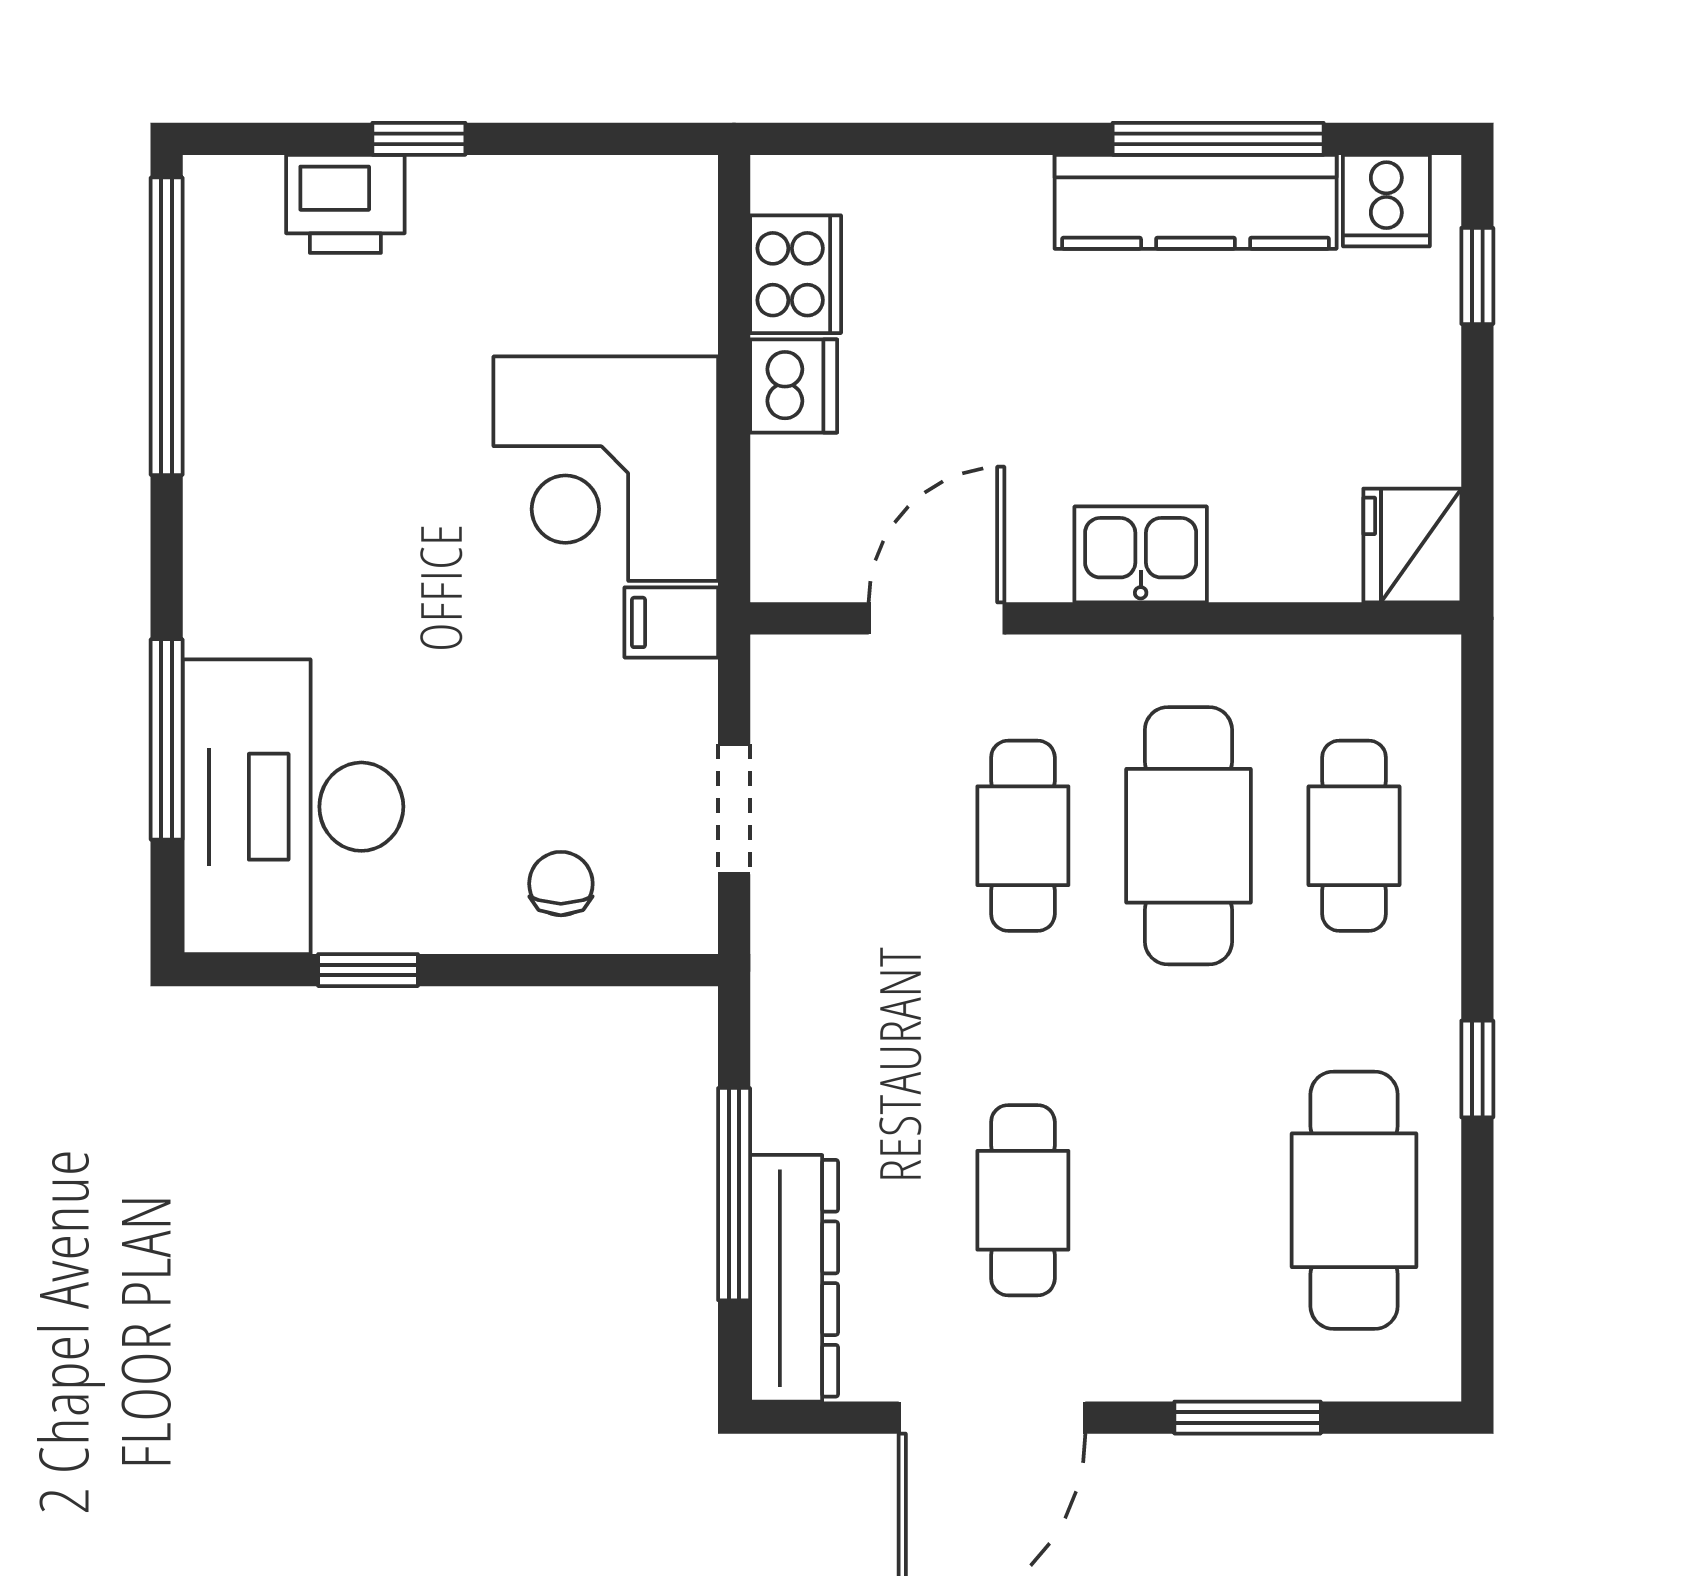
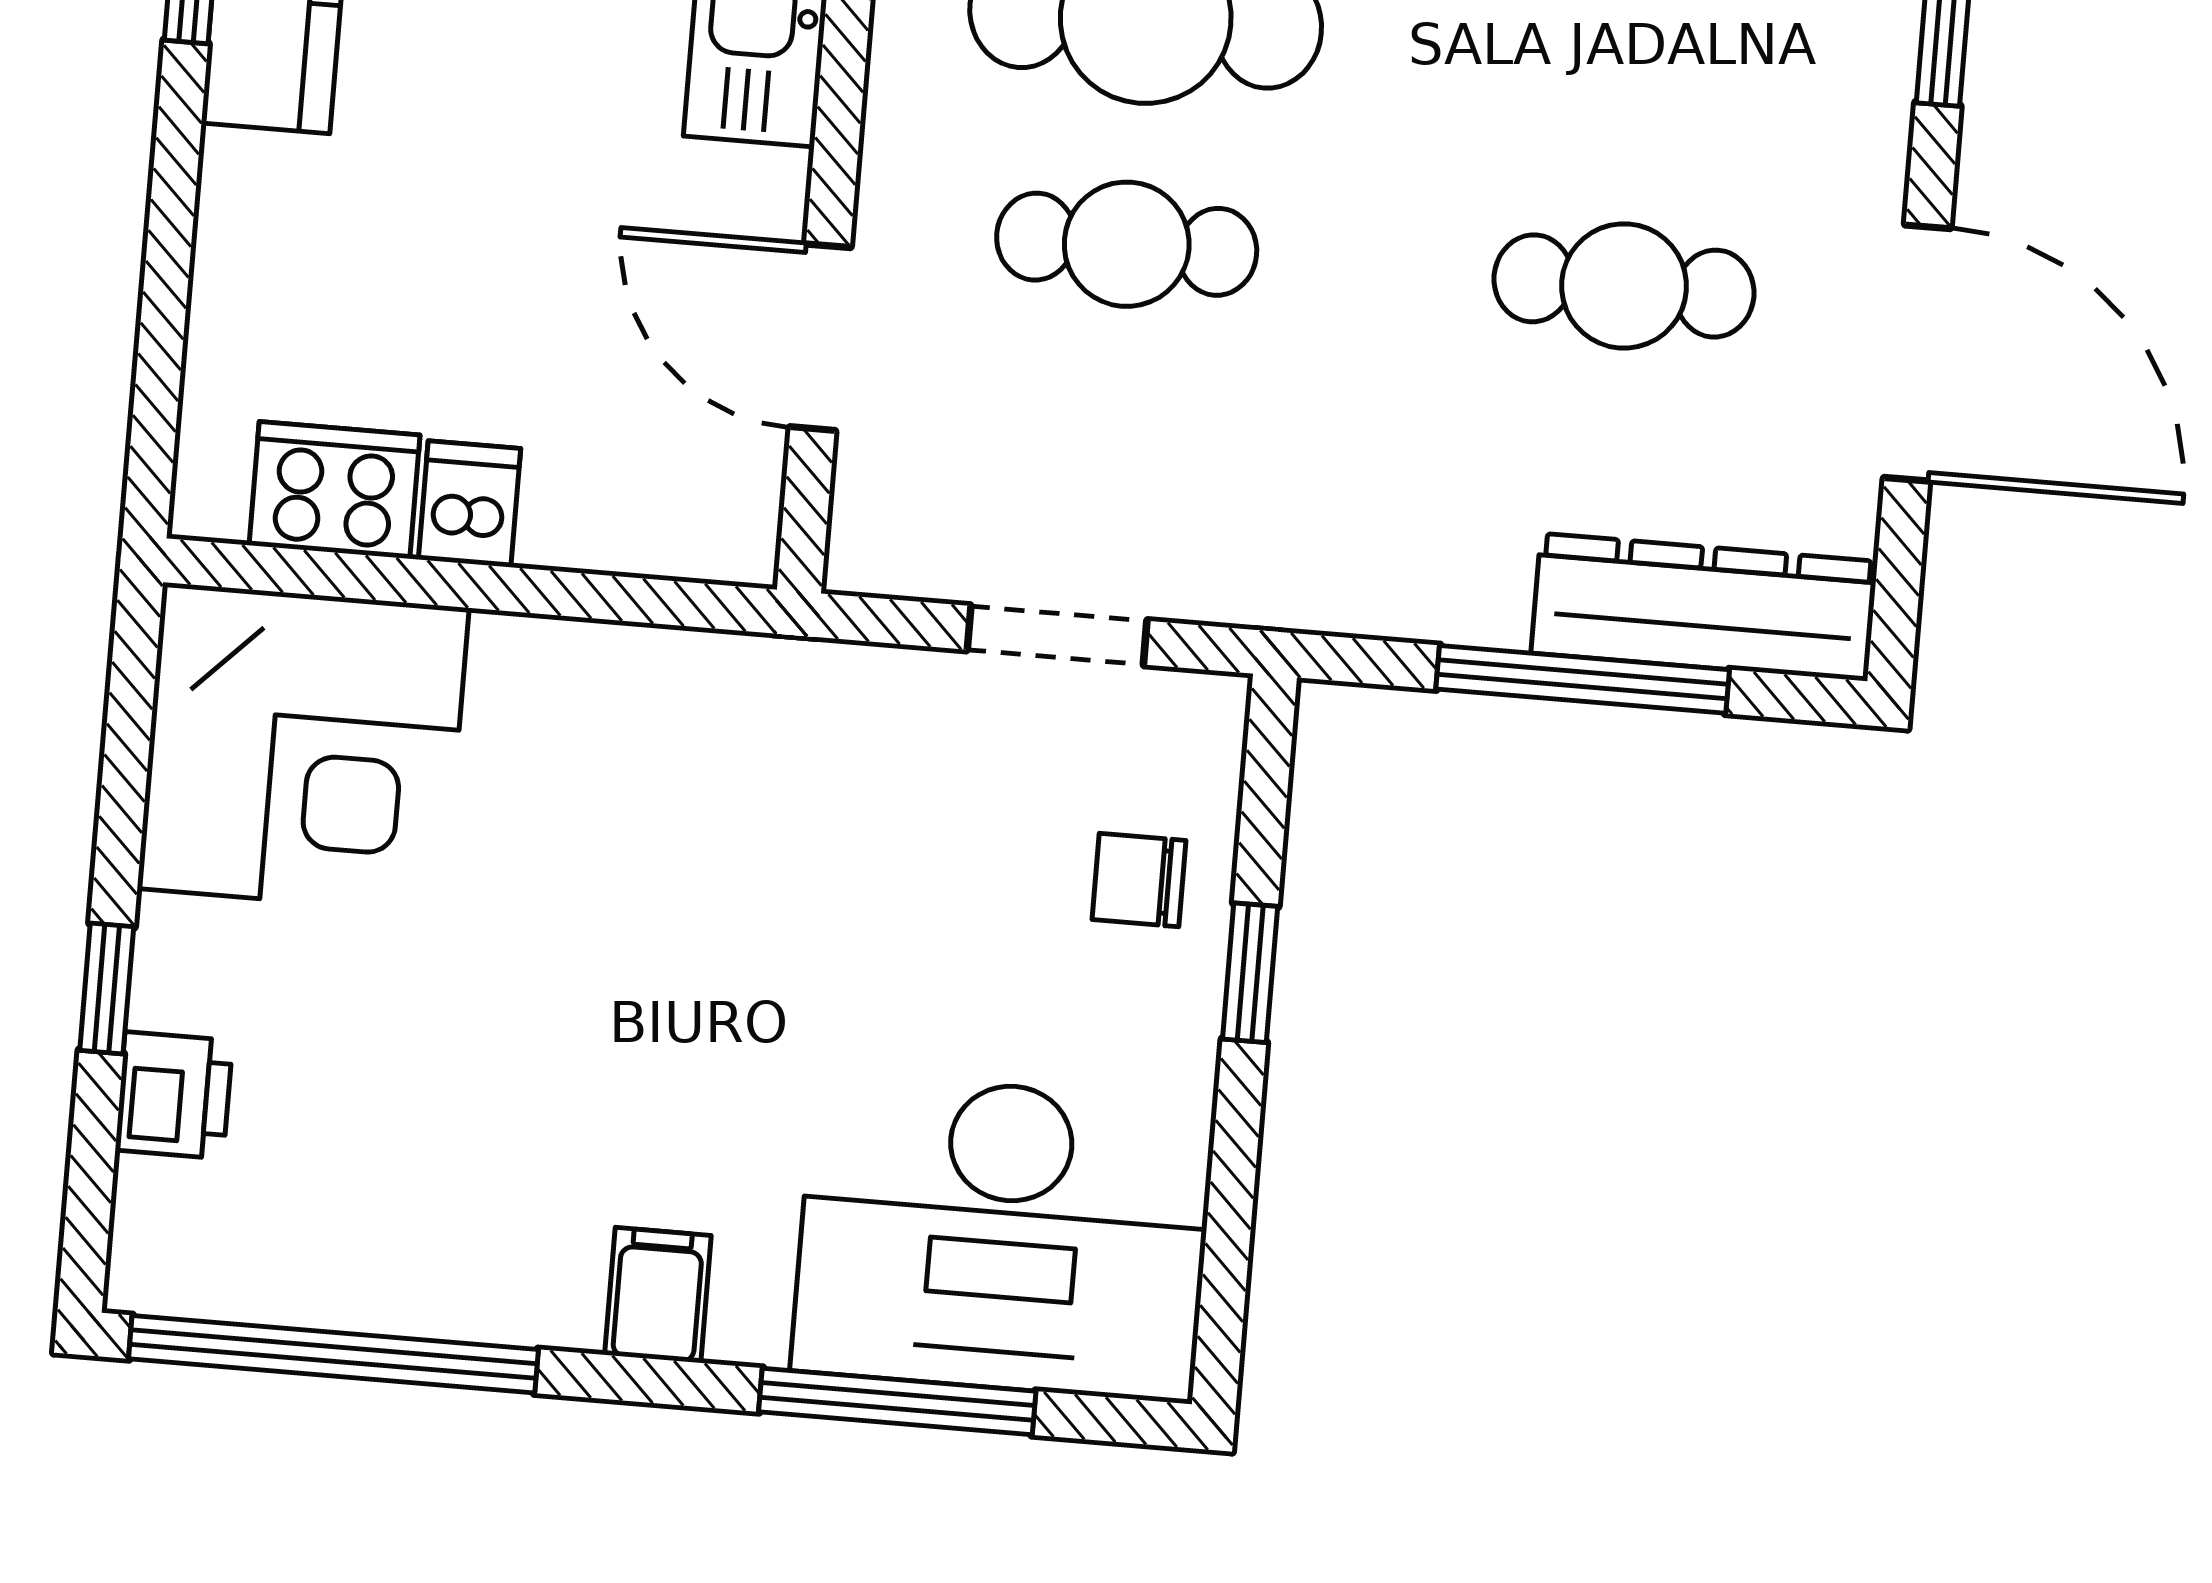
printer: (345, 204) -> (174, 1095), width x0.73, depth x0.81
dishwasher: (794, 386) -> (469, 504), width x0.73
corner desk: (606, 469) -> (303, 748), moved
filing cabinet: (671, 622) -> (658, 1295), moved, turned 180
window: (368, 970) -> (1250, 973), moved

